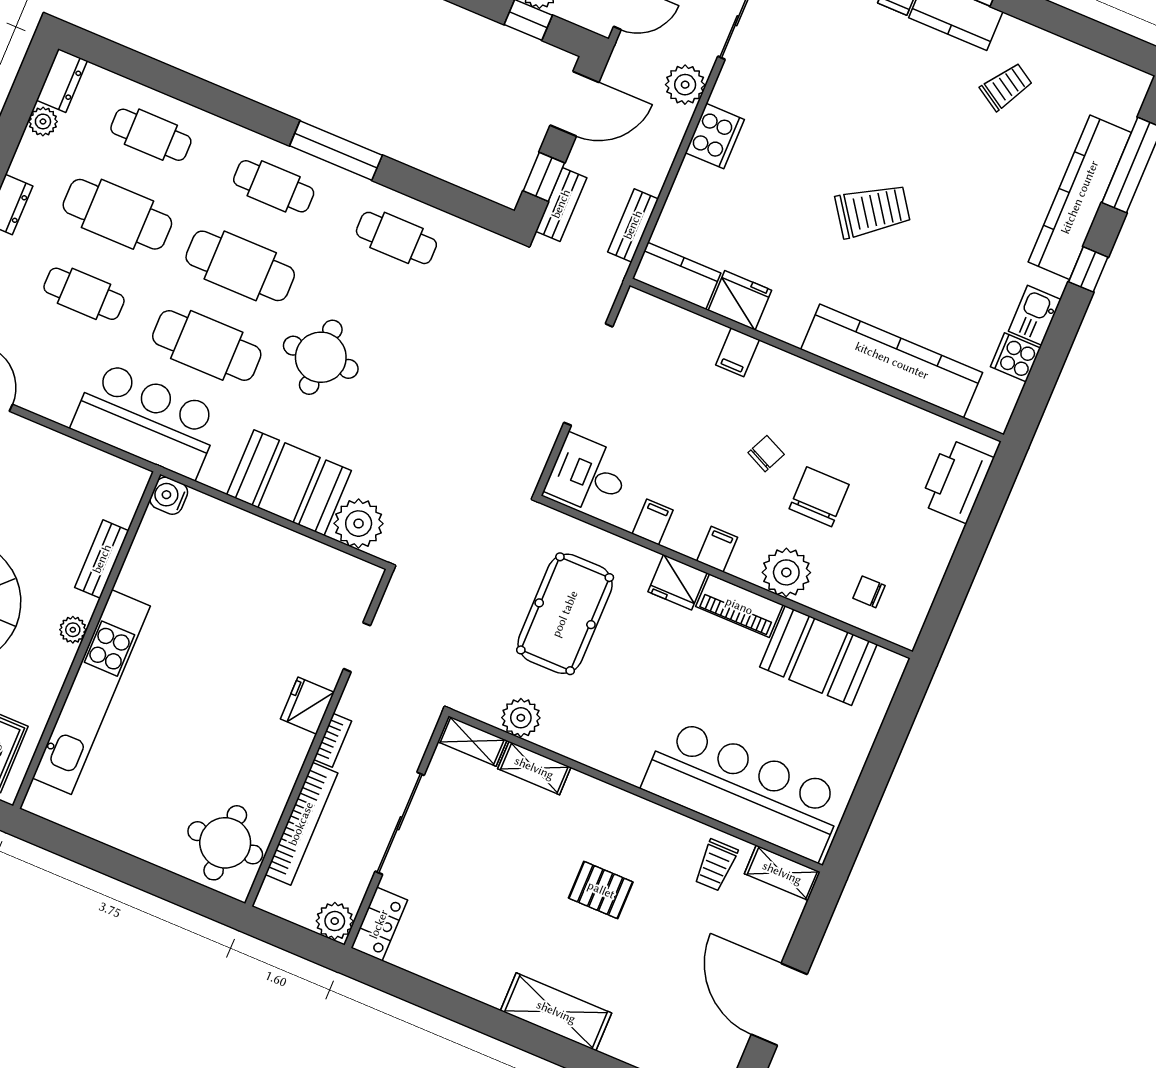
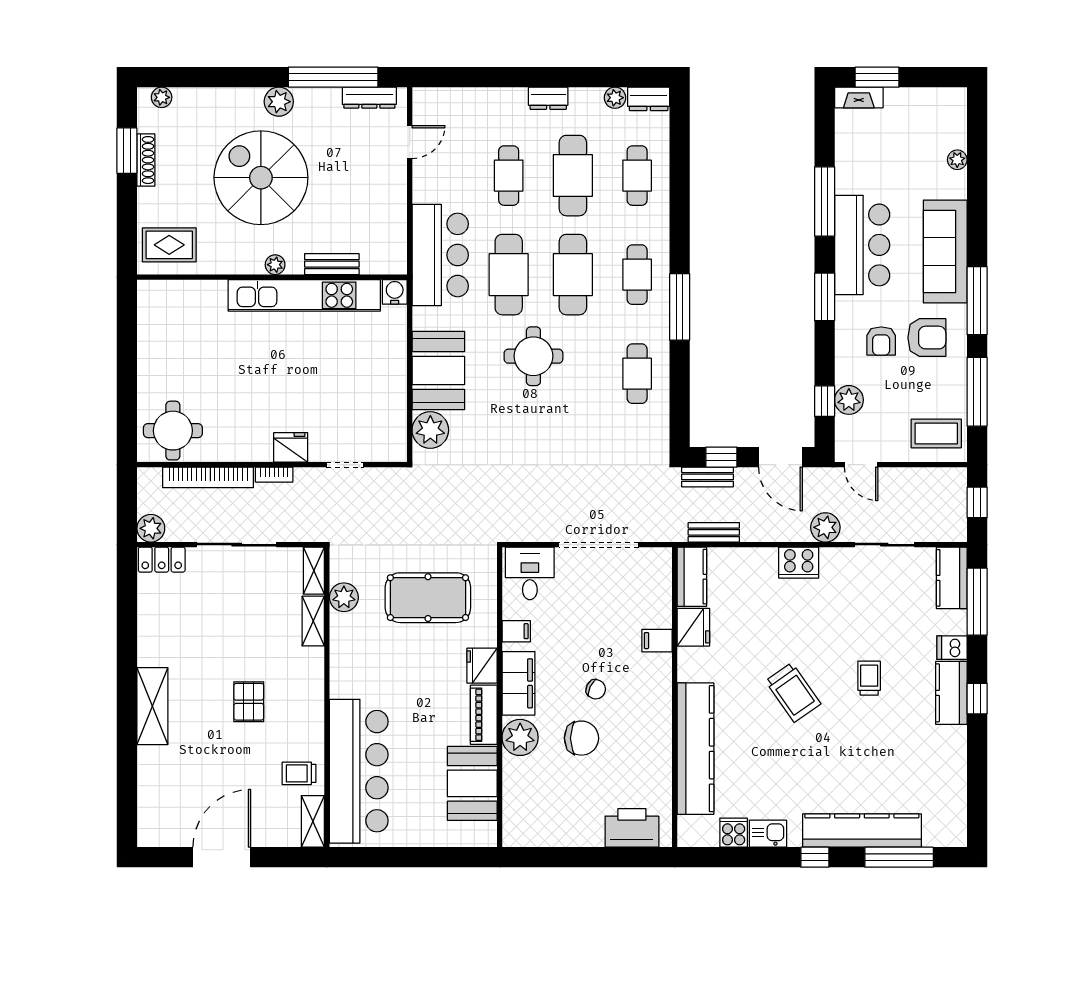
trolley: (1006, 87) -> (869, 678), moved, turned -122
filing cabinet: (717, 549) -> (518, 683), width x3.00, depth x1.17
chair: (869, 592) -> (531, 800), removed
kitchen unit: (91, 692) -> (304, 295), moved

